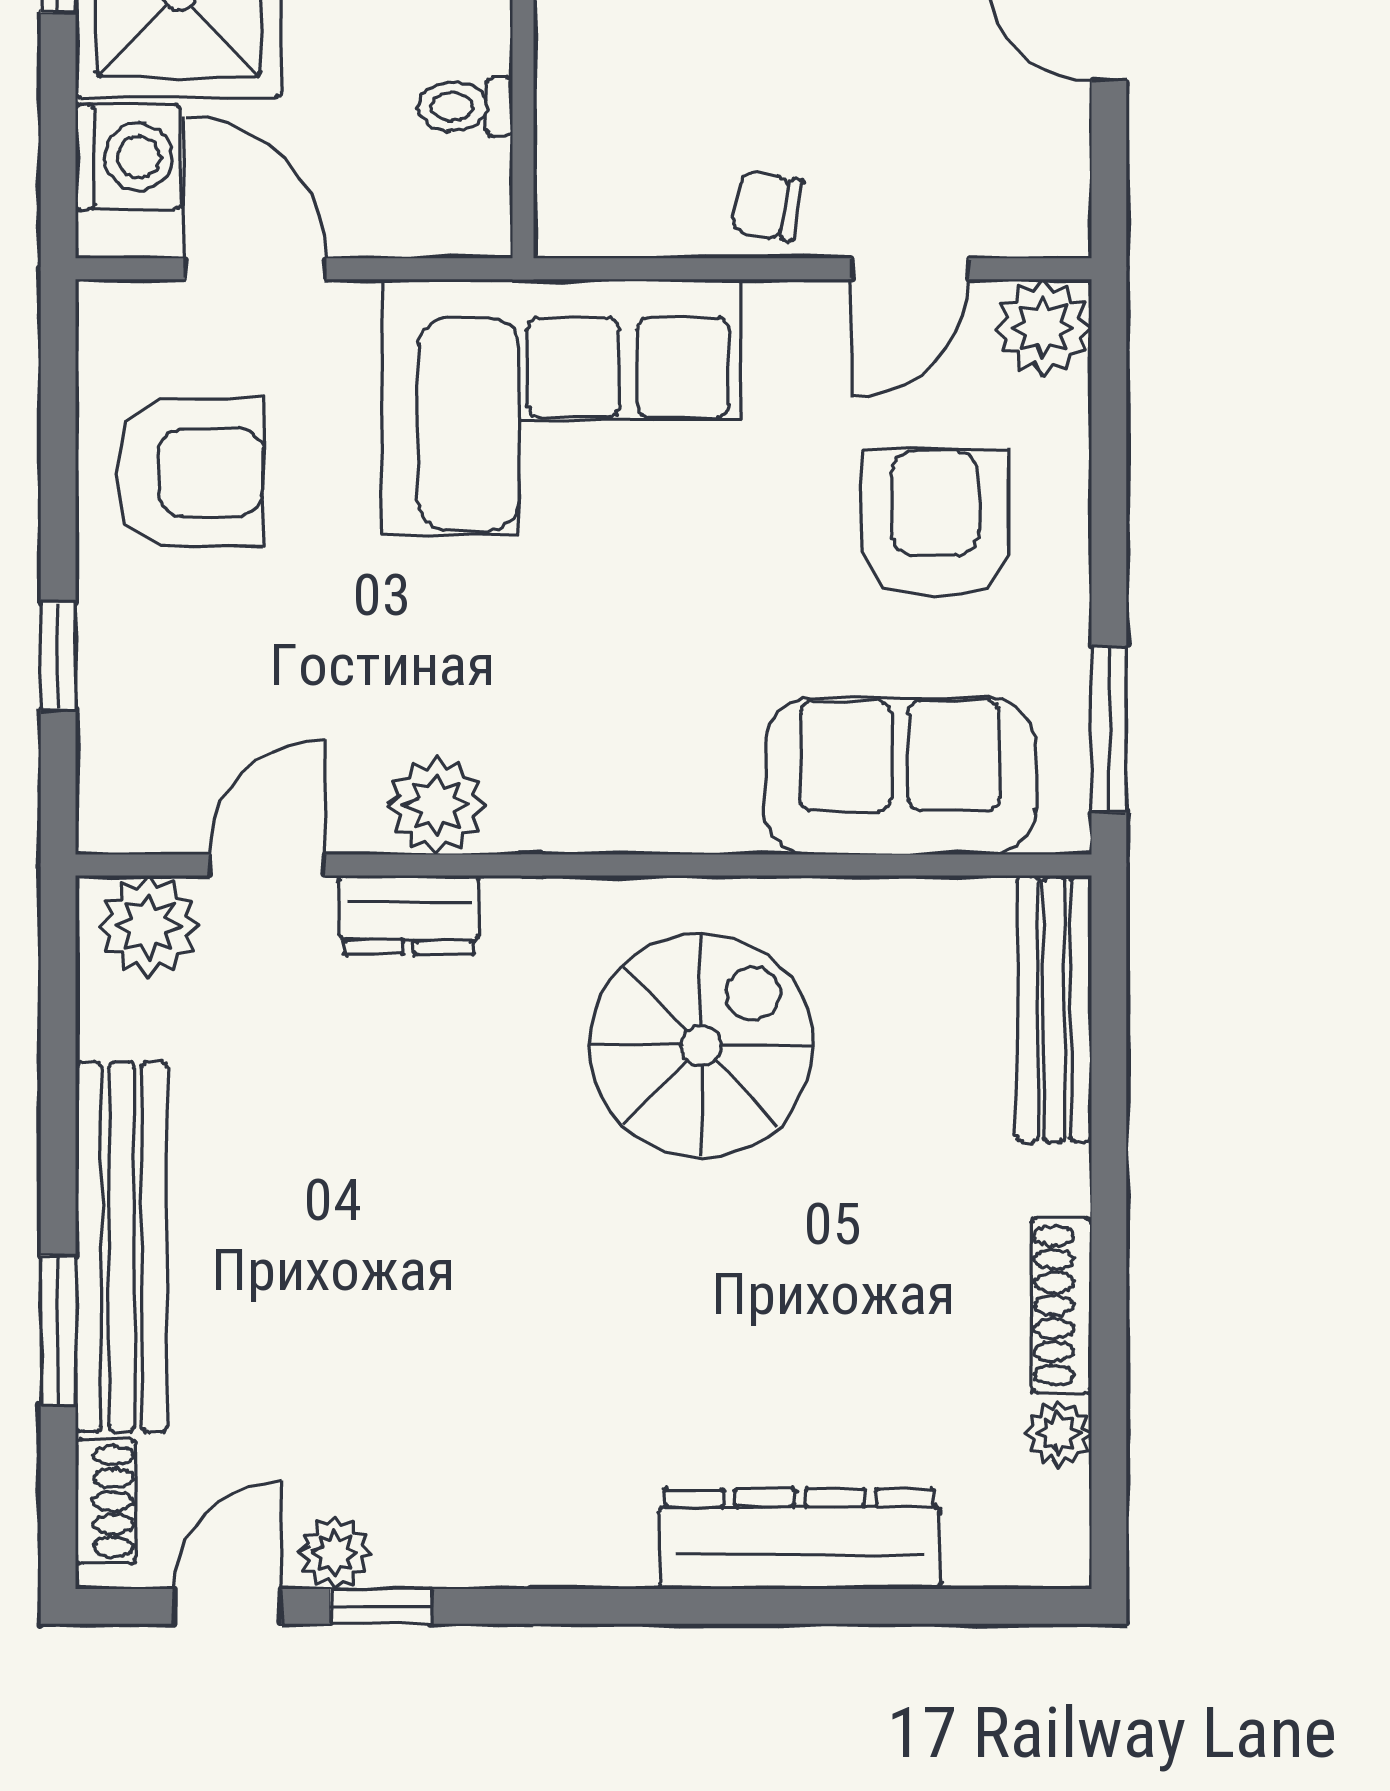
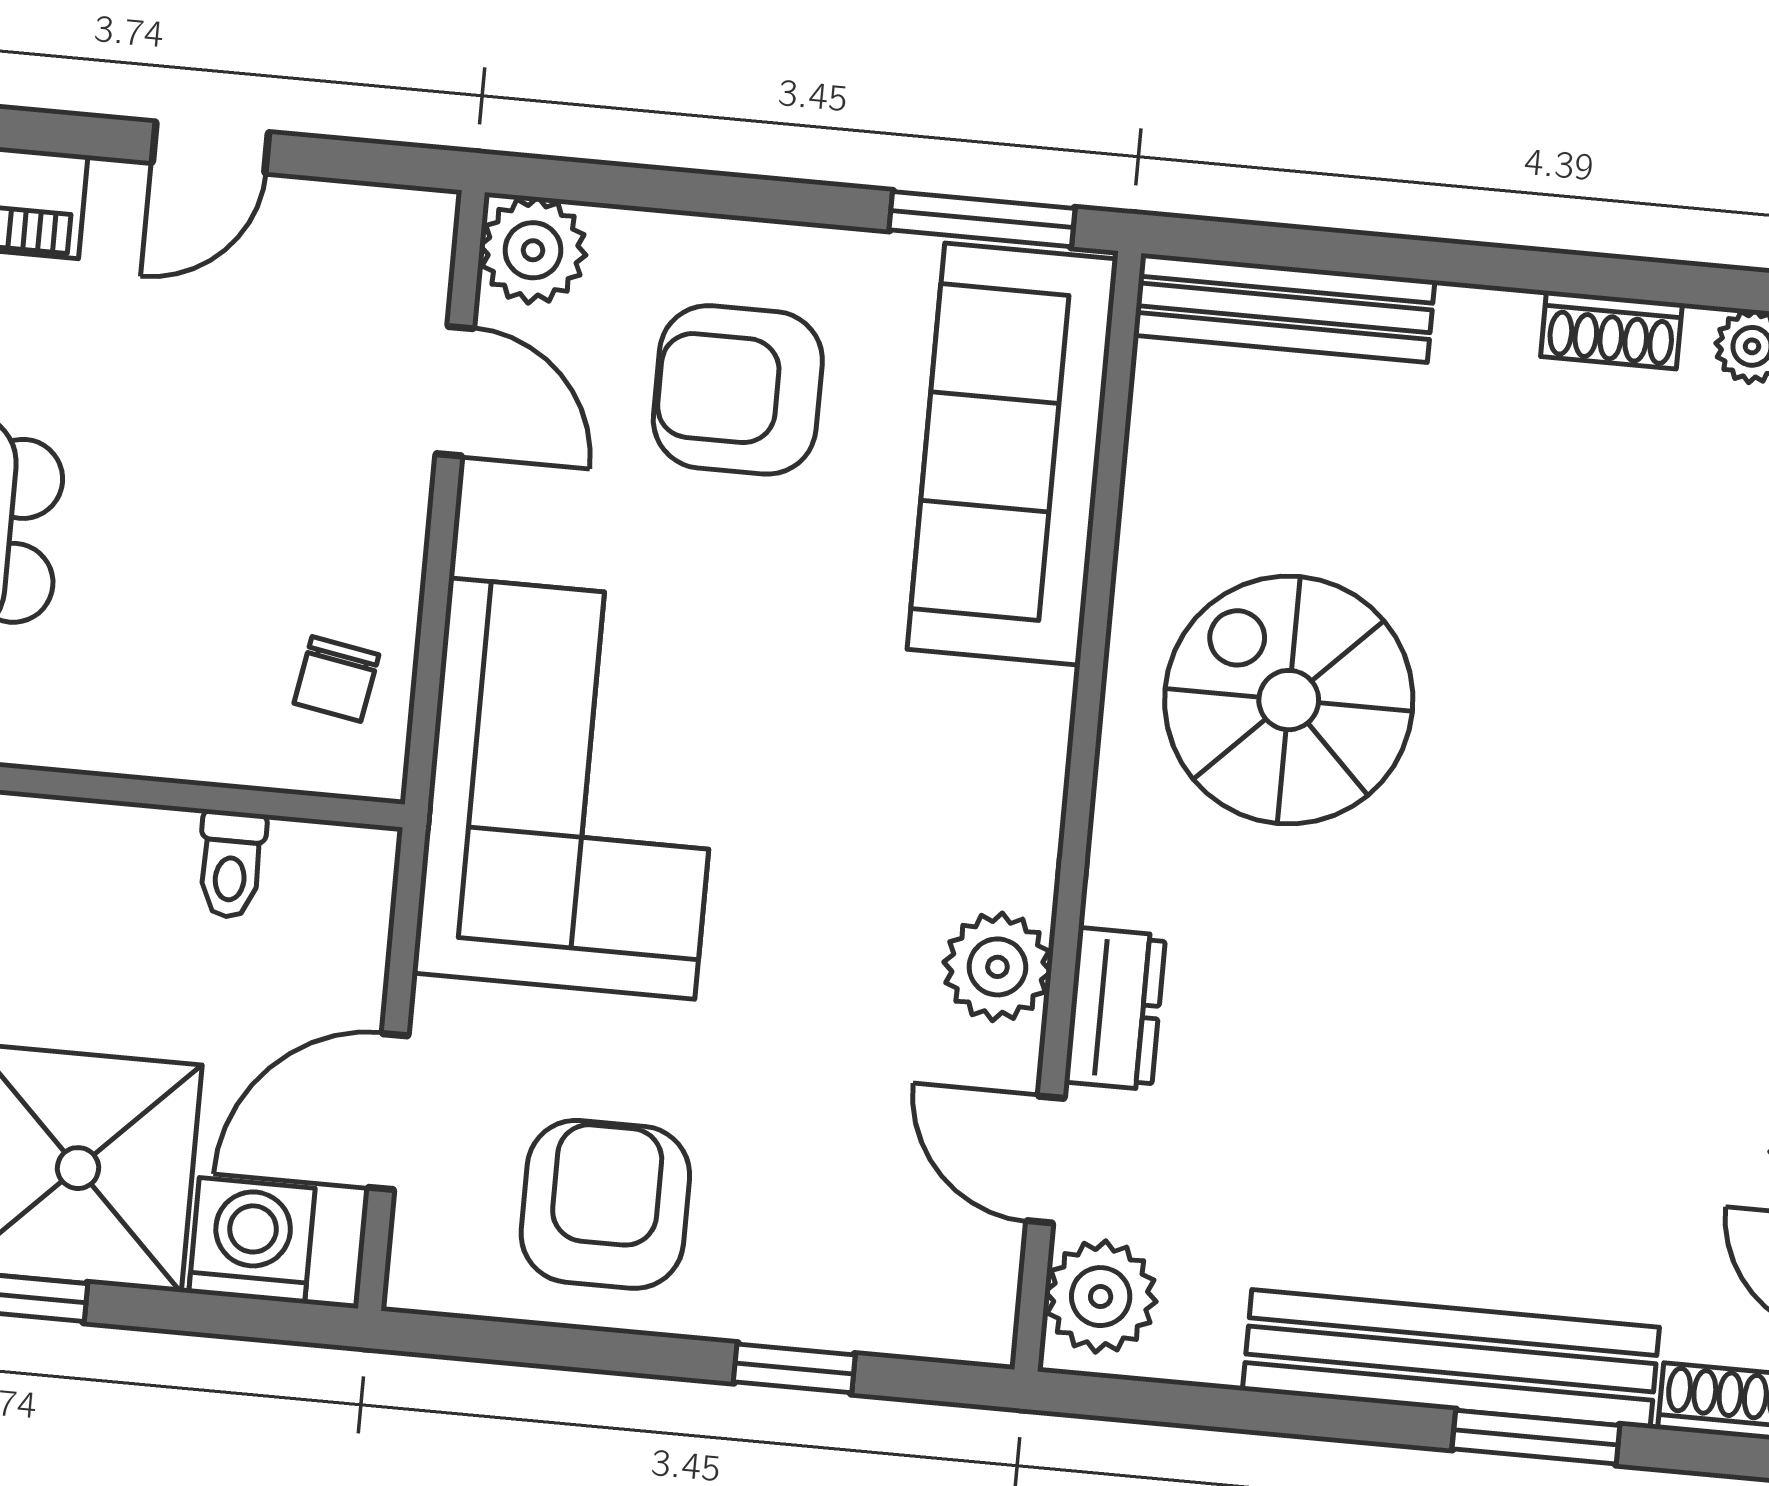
chair: (768, 206) -> (336, 679), moved
sofa: (900, 776) -> (1012, 454), width x1.36
shoe rack: (1062, 1305) -> (1611, 330), width x0.70

